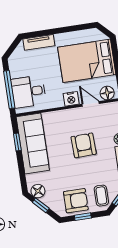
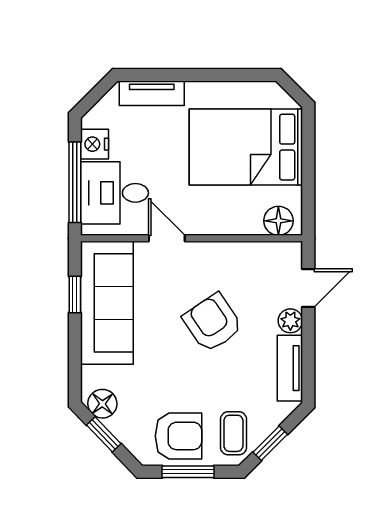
nightstand: (71, 99) -> (95, 144), moved, turned 90
door: (91, 104) -> (167, 238), moved
armchair: (84, 145) -> (213, 323), turned -32
window: (83, 217) -> (188, 472), width x1.50

